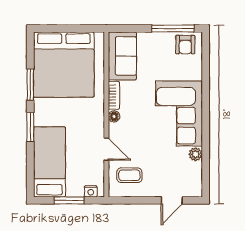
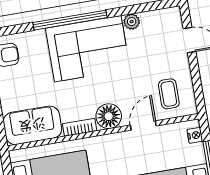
window: (206, 103) -> (70, 20), added
floor lamp: (114, 116) -> (109, 116), width x1.89, depth x1.89

